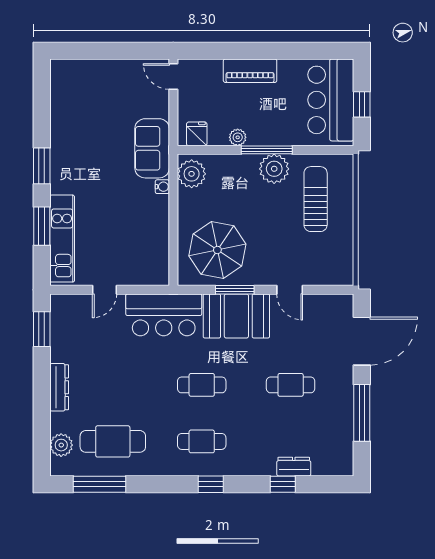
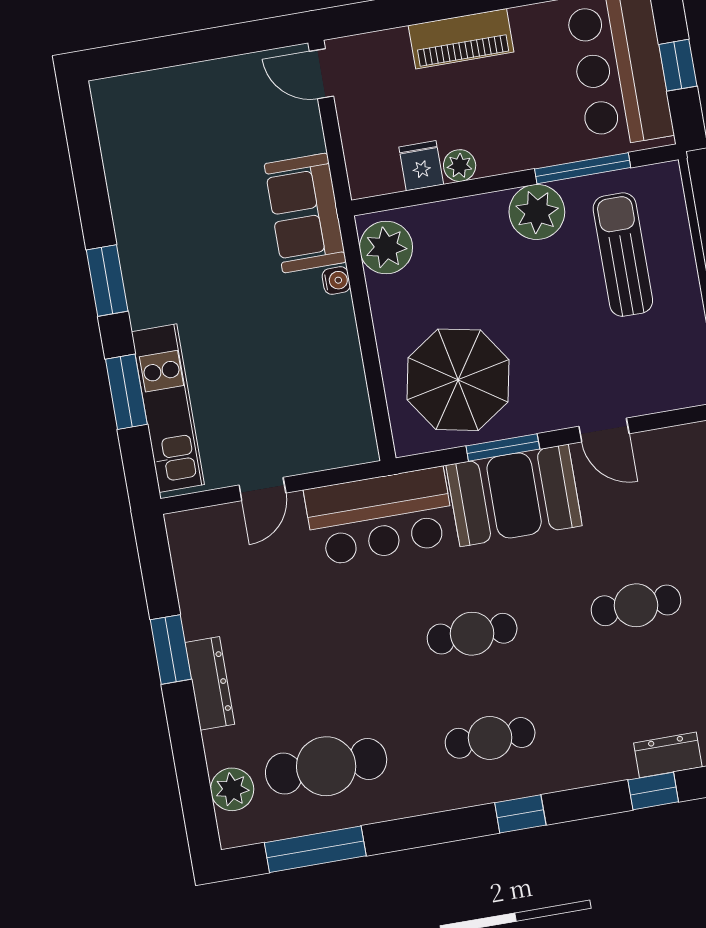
fridge: (197, 134) -> (421, 166), moved
window: (267, 150) -> (583, 168), moved
window: (42, 329) -> (171, 649), moved

